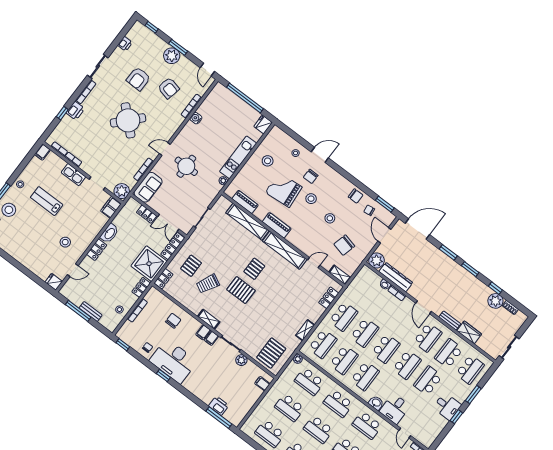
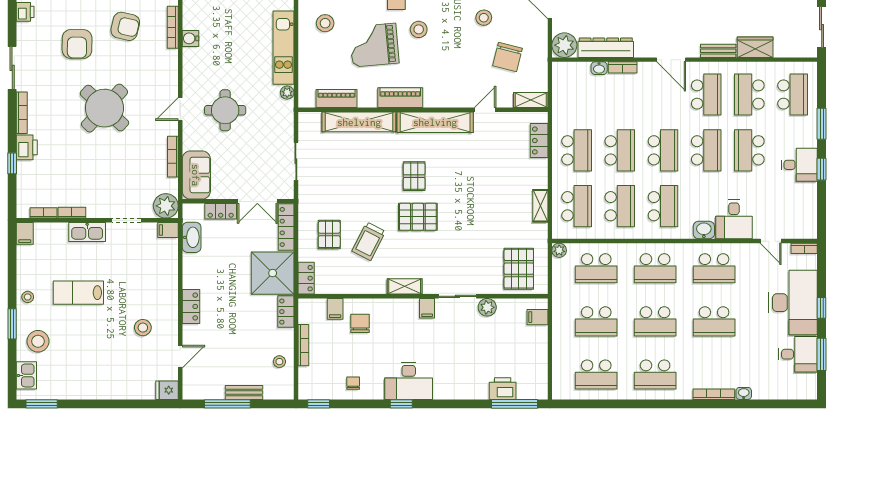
filing cabinet: (111, 207) -> (168, 230), width x0.50
stool: (330, 218) -> (484, 18), moved
washbasin: (109, 233) -> (192, 237), moved
filing cabinet: (203, 332) -> (335, 309), moved
desk: (173, 361) -> (409, 381), width x0.73, depth x0.77

